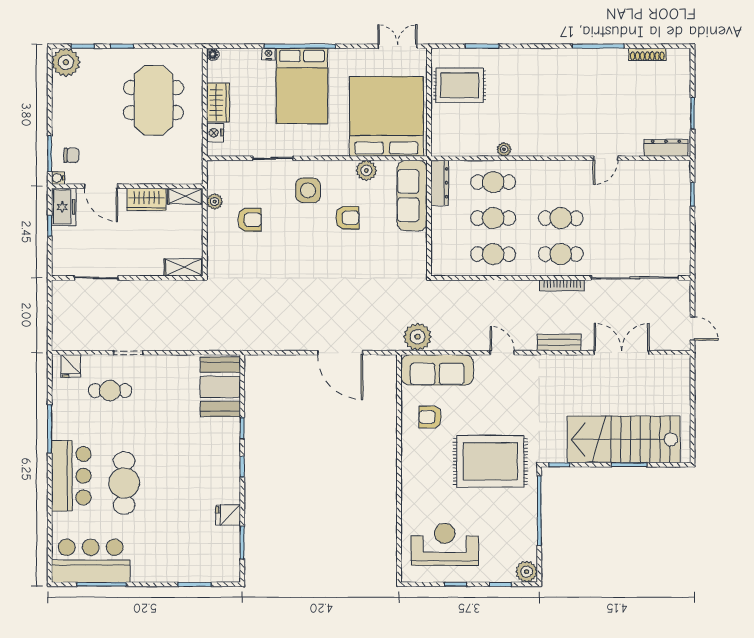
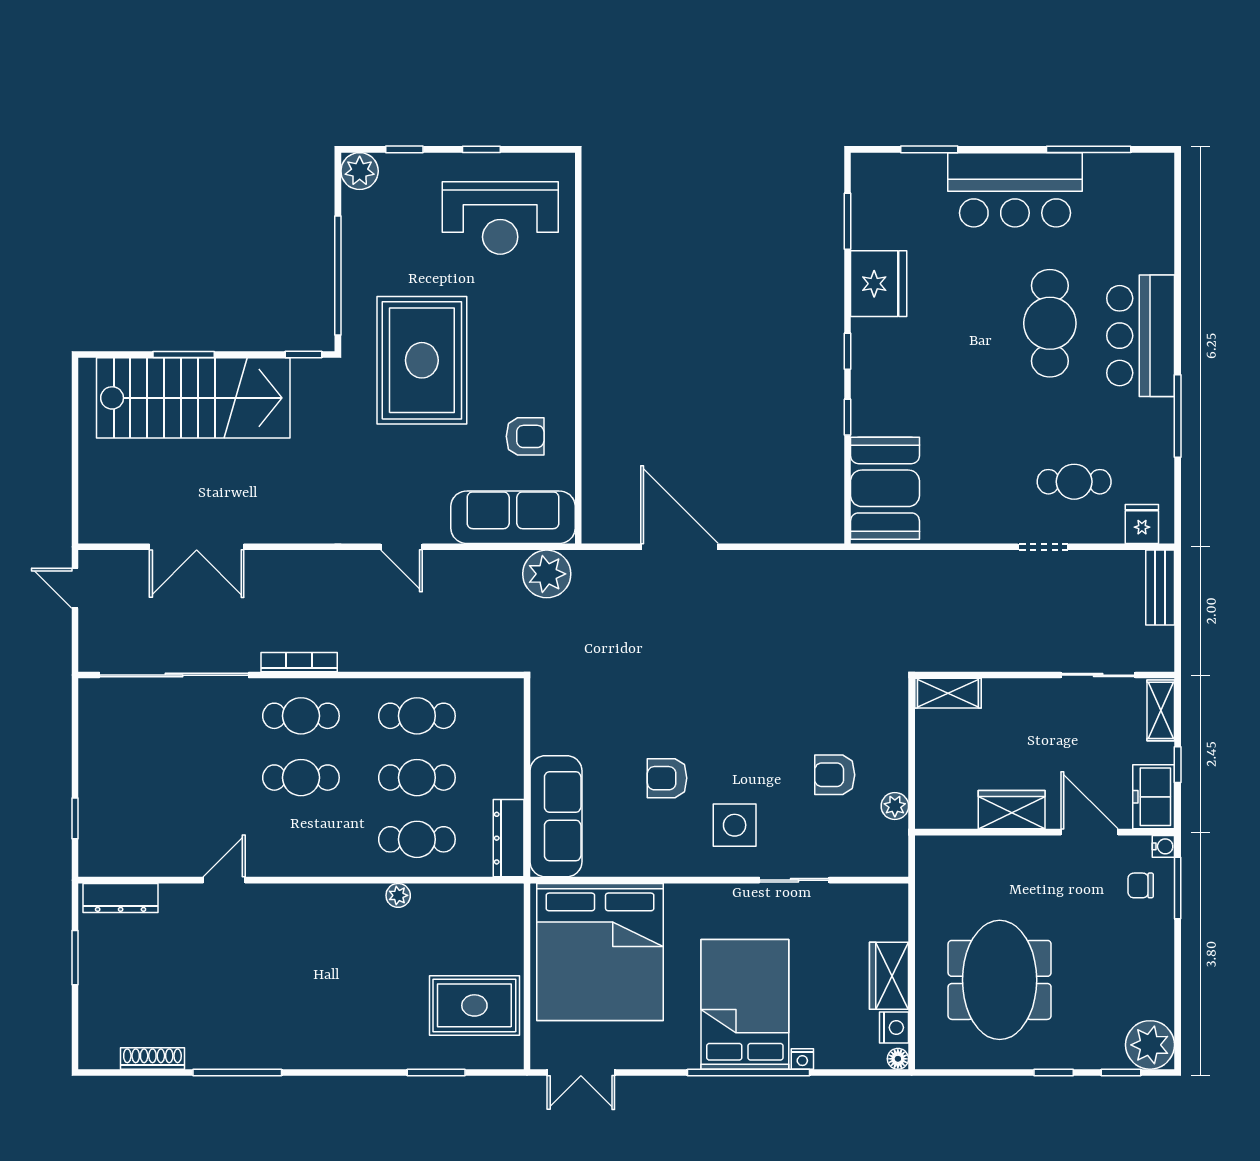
nightstand: (215, 133) -> (894, 1027), moved
plant: (366, 170) -> (634, 859), removed
shelving: (185, 196) -> (1161, 710), moved, turned 90
bench: (559, 342) -> (1160, 588), moved, turned 90
rug: (490, 461) -> (422, 360), turned 90
fridge: (228, 515) -> (879, 284), width x1.88, depth x1.34
bar counter: (91, 561) -> (1015, 190), moved

